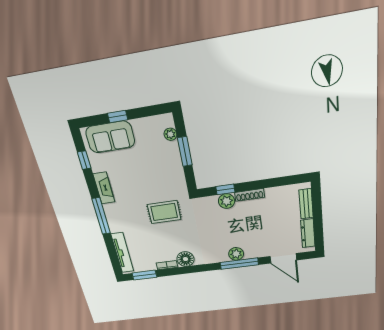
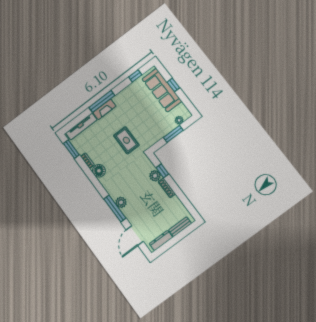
sofa: (110, 137) -> (162, 90), width x1.36
fireplace: (104, 188) -> (104, 109), moved

